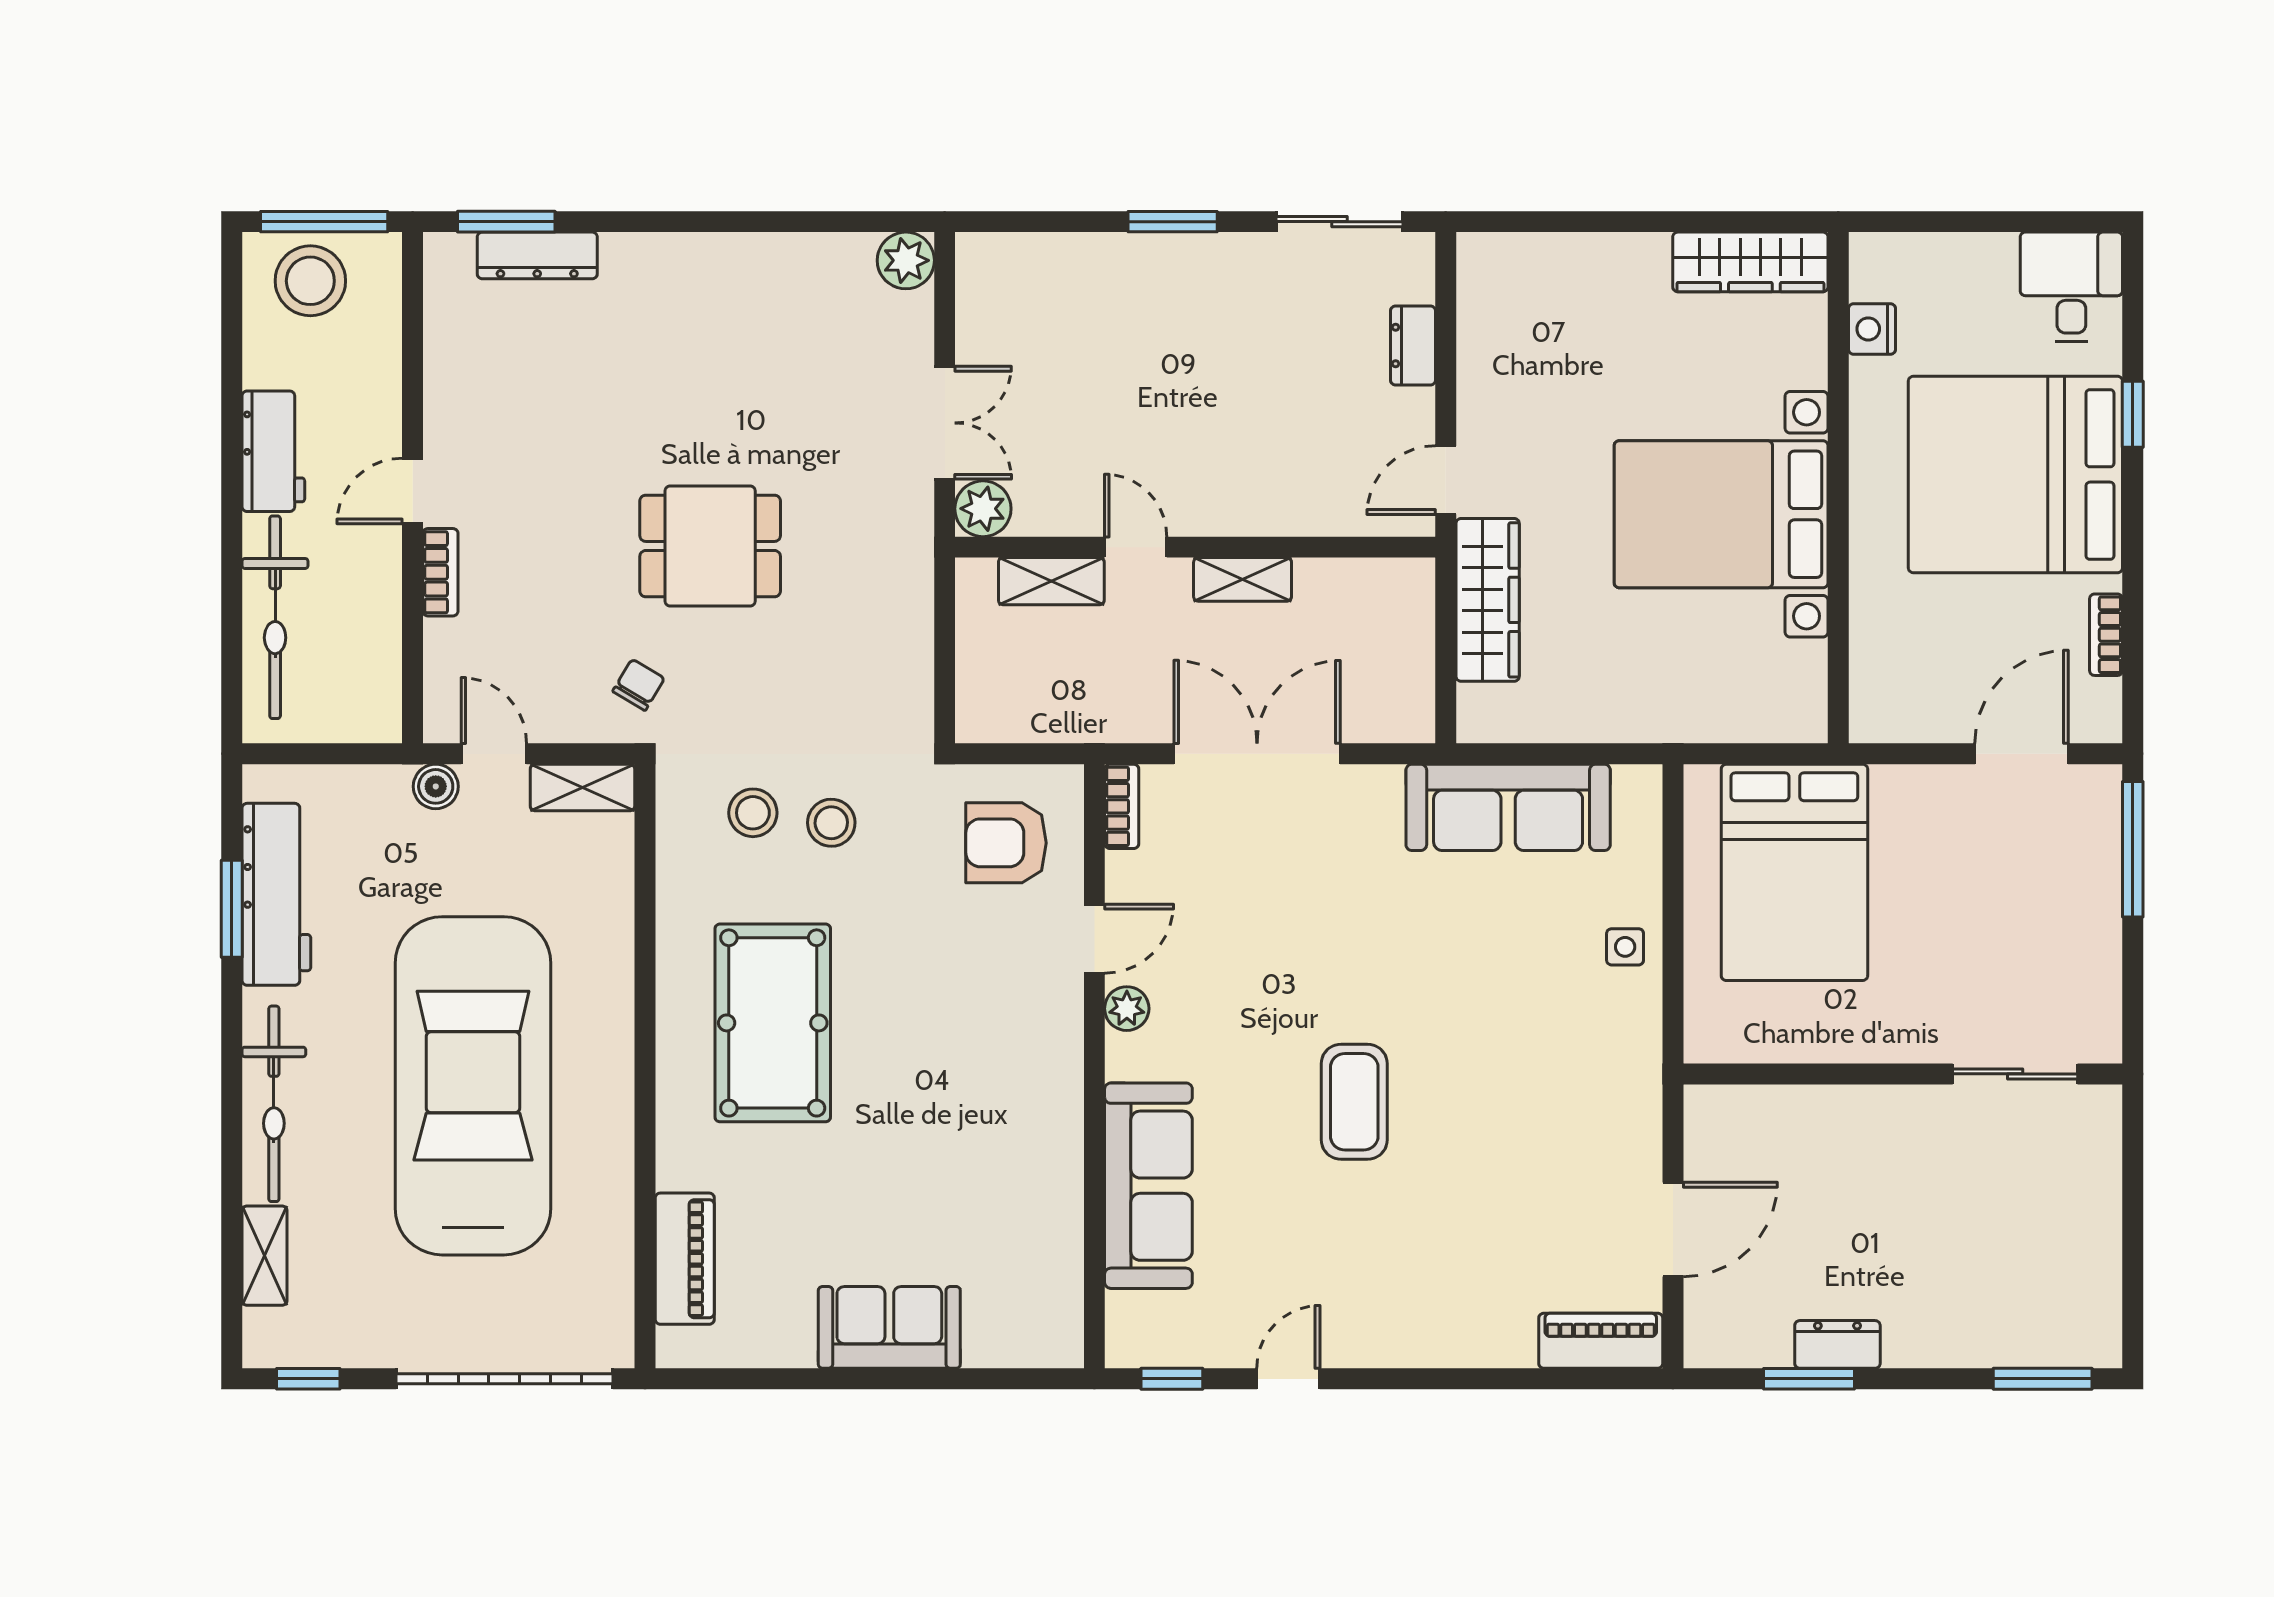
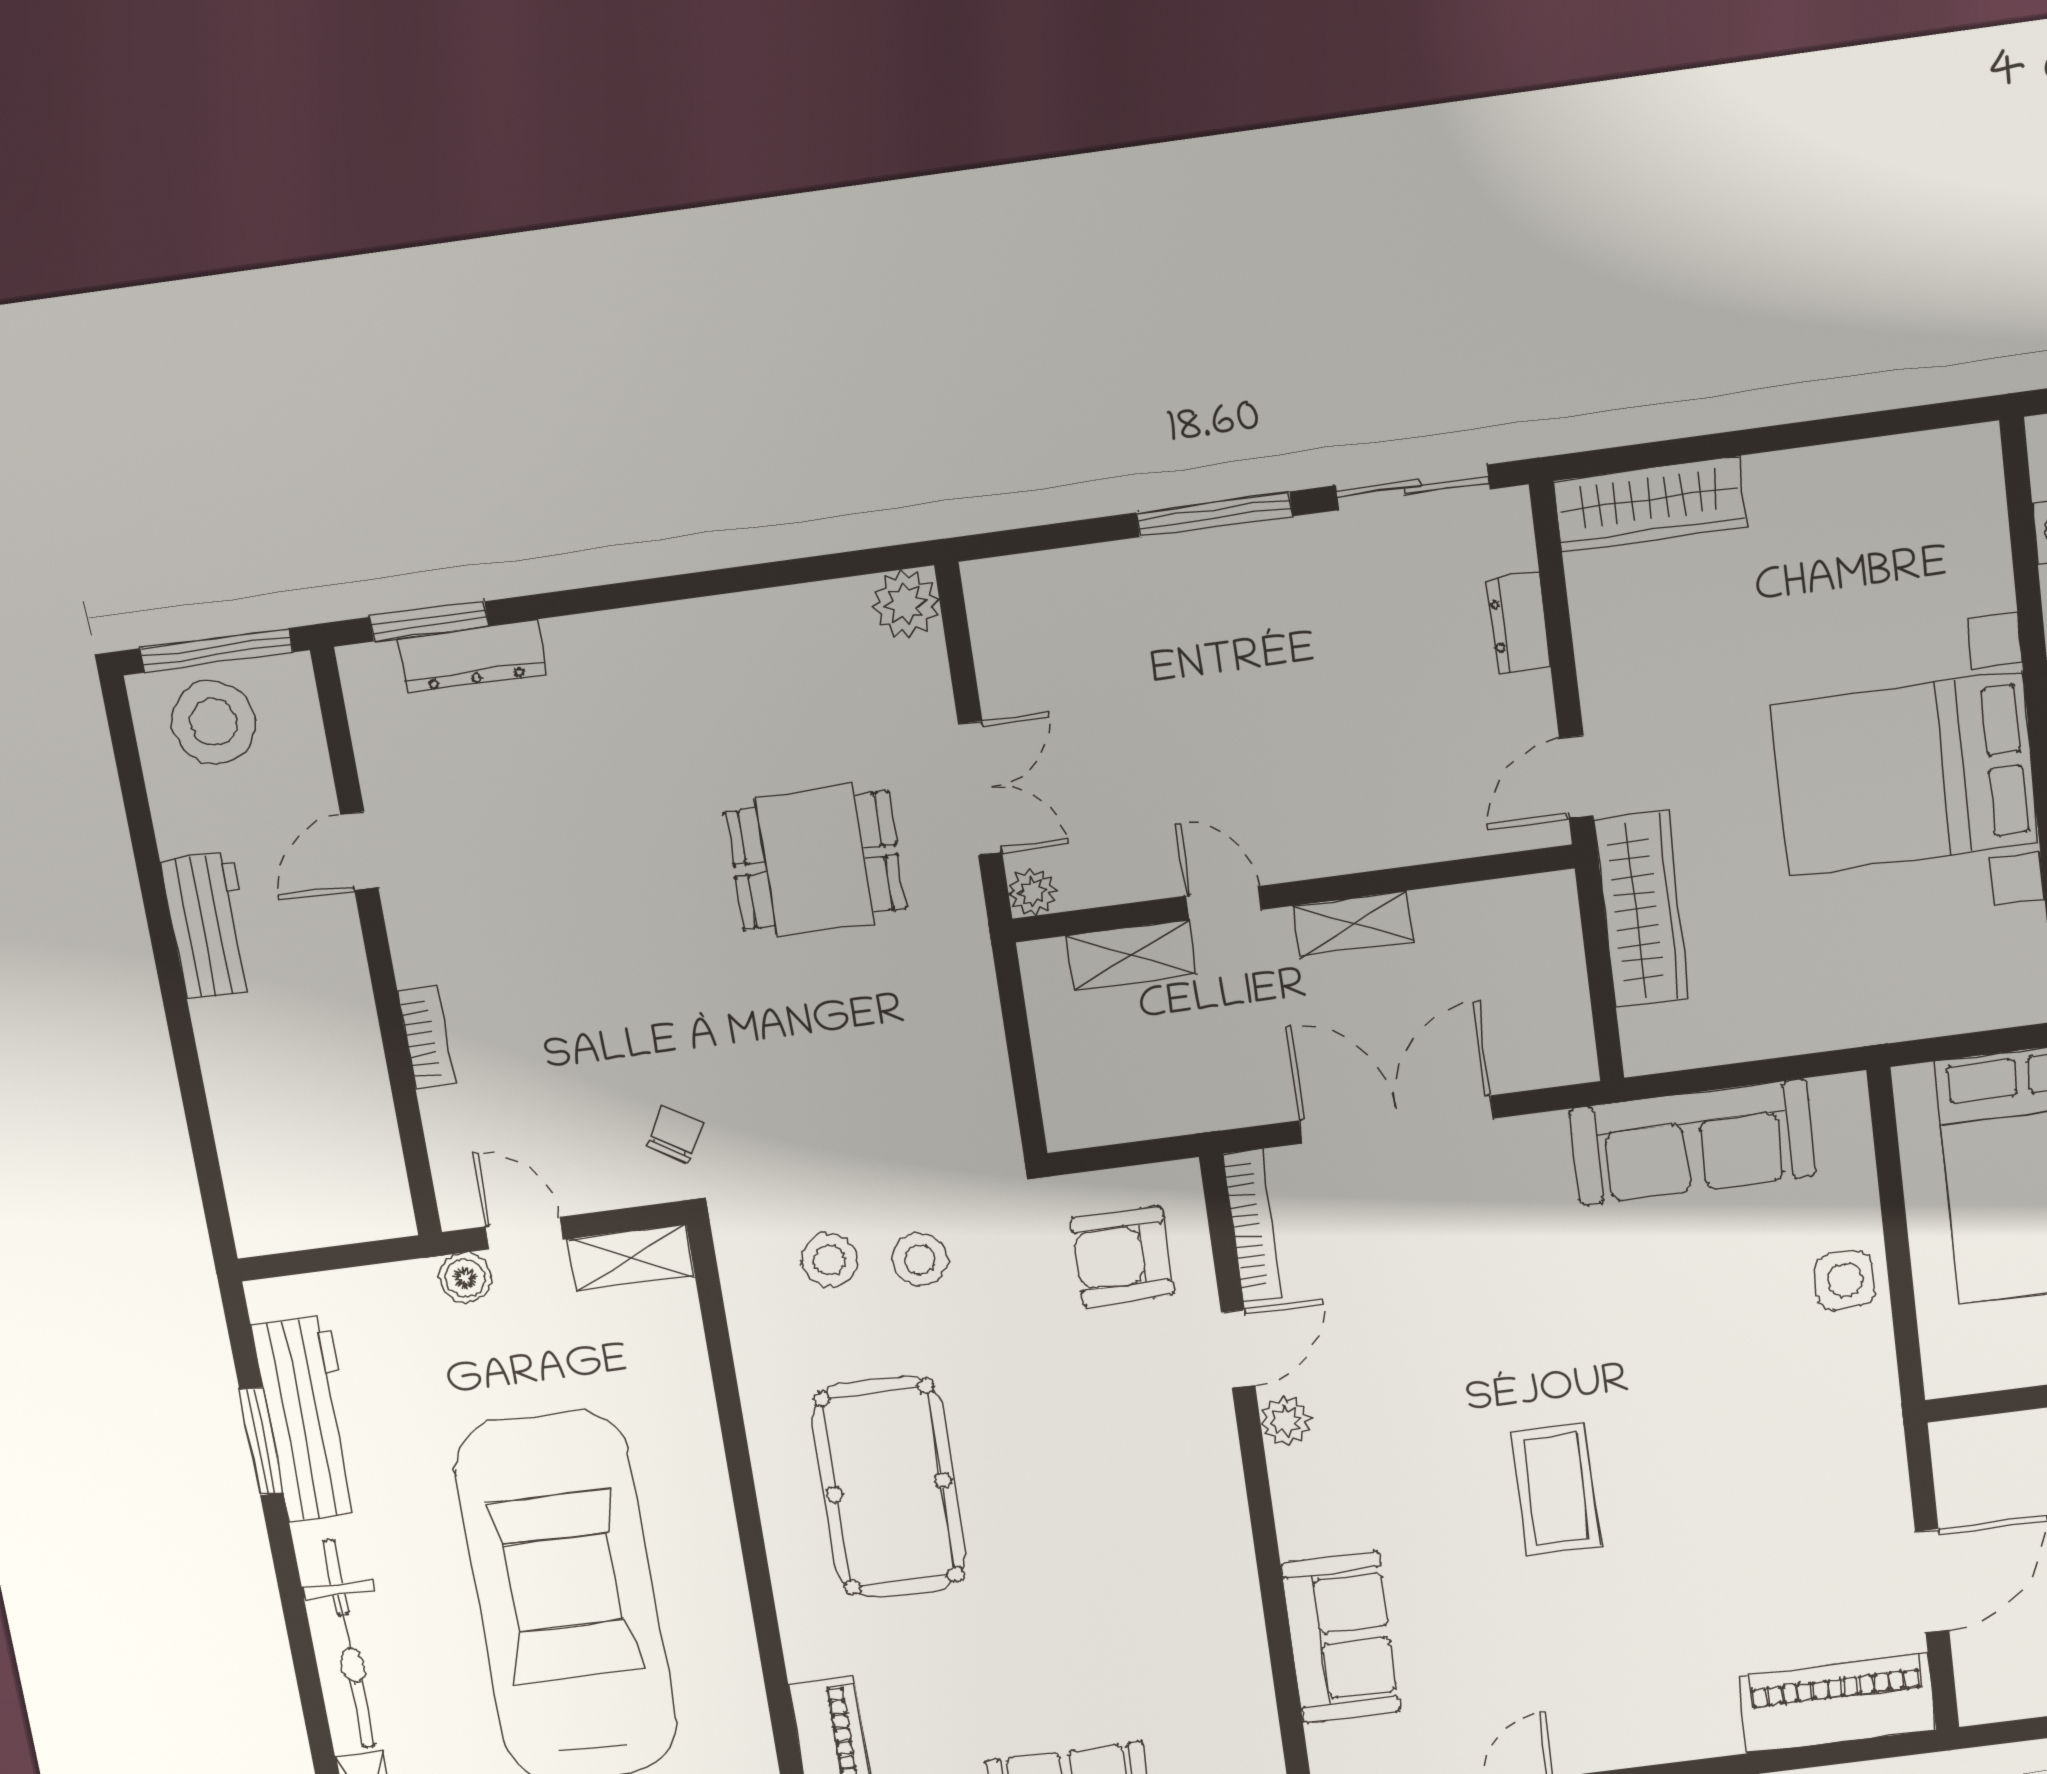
window: (1173, 222) -> (1214, 514), width x1.44
wardrobe: (1750, 262) -> (1650, 504), moved
door: (413, 491) -> (359, 851), moved
plant: (983, 509) -> (1032, 892), width x0.73, depth x0.73
dining table: (710, 546) -> (815, 860), moved
bicycle: (275, 617) -> (247, 1113), removed
bookcase: (1122, 806) -> (1252, 1225), width x1.56
side table: (1625, 947) -> (1845, 1280), width x1.37, depth x1.37
sofa: (1148, 1186) -> (1340, 1637), width x0.73
piano: (1601, 1341) -> (1837, 1703), width x1.37, depth x1.33

